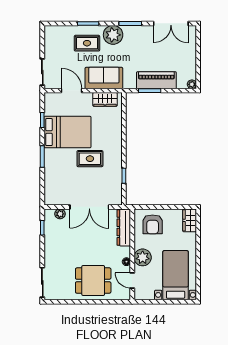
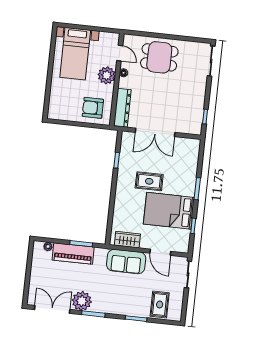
plant: (113, 35) -> (82, 301), moved
rug: (87, 43) -> (160, 304), moved, turned 90
plant: (192, 84) -> (48, 247), moved
double door: (89, 207) -> (155, 132), swing flipped
plant: (60, 214) -> (186, 129), removed
wardrobe: (190, 220) -> (55, 108), removed
armchair: (153, 224) -> (93, 108), turned -90

